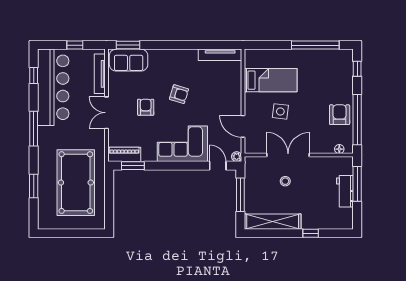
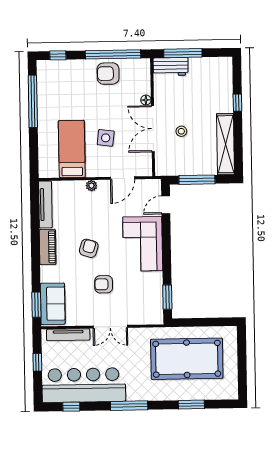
floor lamp: (339, 149) -> (146, 100), moved
piano: (124, 154) -> (48, 247), moved, turned 180
plant: (237, 157) -> (91, 186), moved
workbench: (345, 191) -> (171, 67), moved

